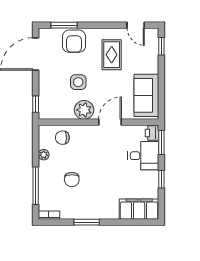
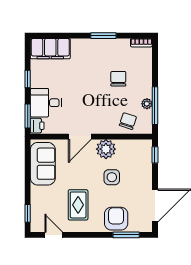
chair: (62, 138) -> (128, 121), turned -72
window: (36, 186) -> (155, 106), moved

